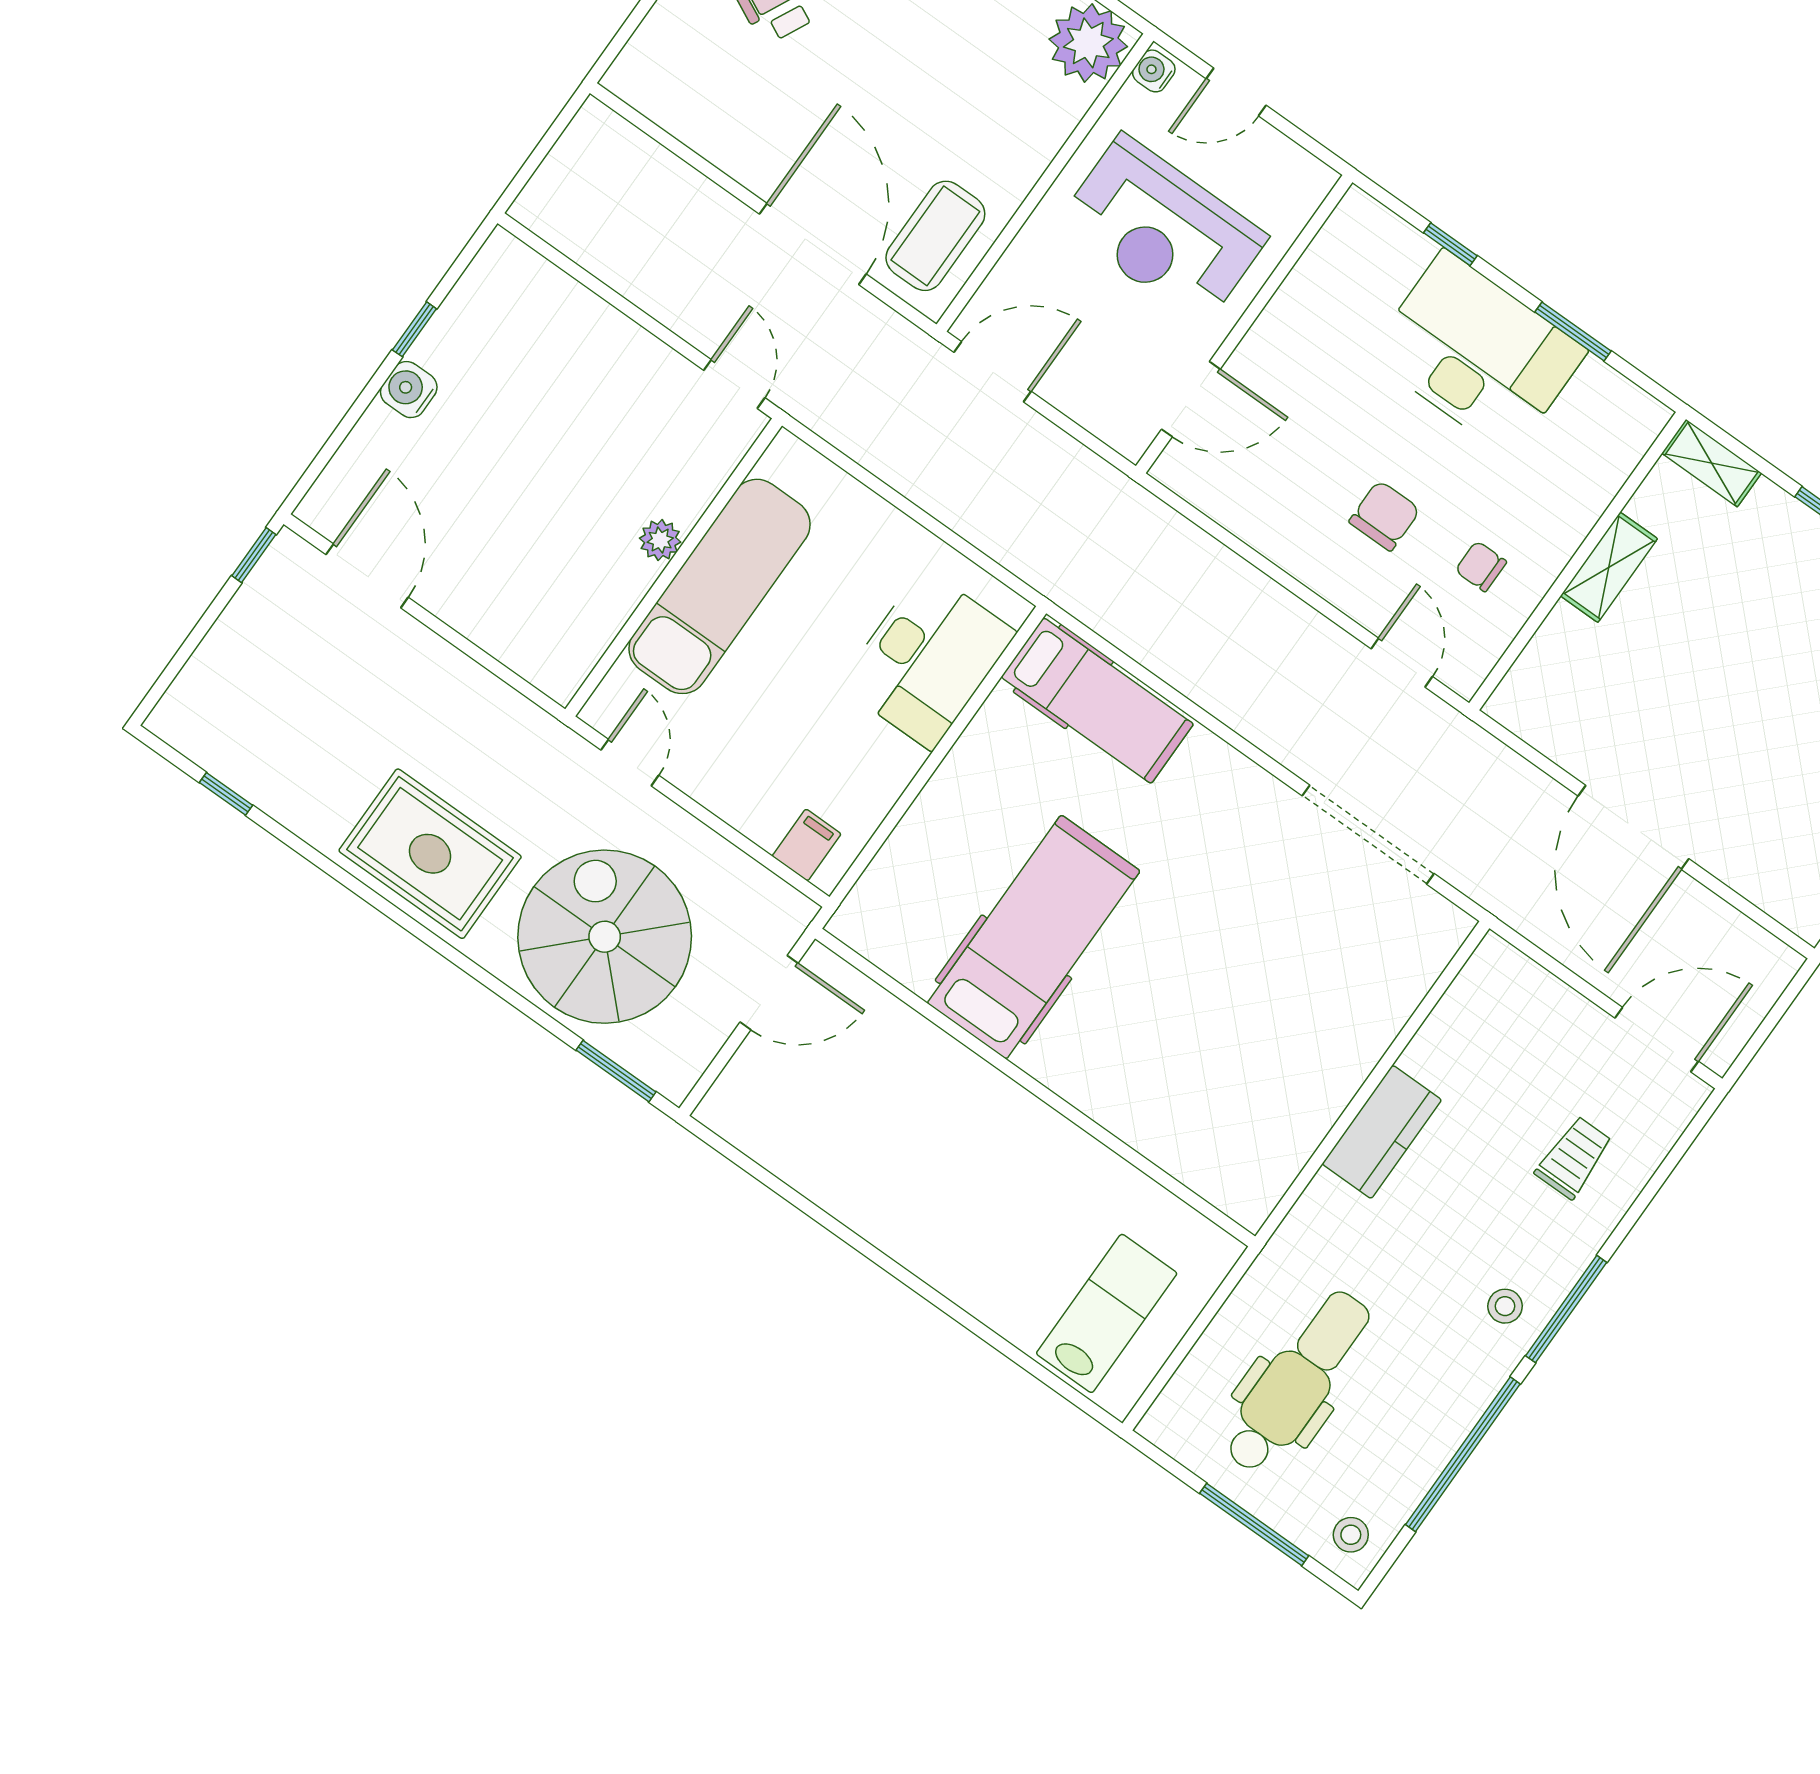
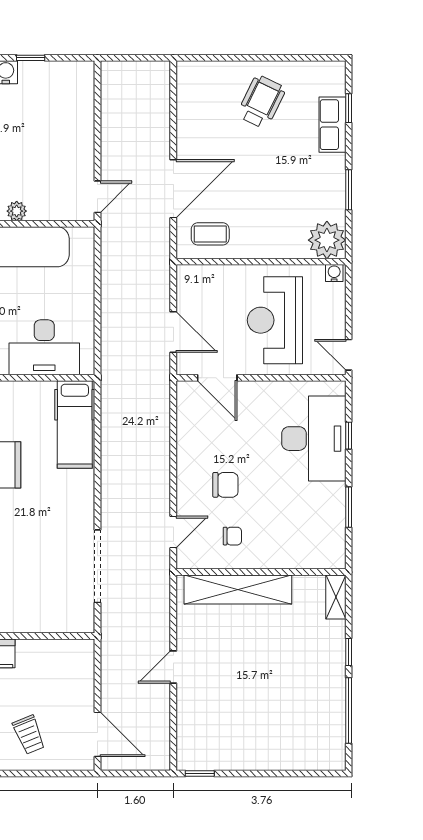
door: (1236, 92) -> (349, 355), moved
coffee table: (935, 236) -> (210, 234), width x0.73, depth x0.77
desk: (1477, 353) -> (314, 439), moved
door: (993, 372) -> (173, 332), moved
chair: (1481, 566) -> (232, 536), turned 90
shelving: (1609, 567) -> (238, 590), width x2.20, depth x1.33
door: (1633, 827) -> (173, 667), width x0.53
trolley: (1574, 1157) -> (29, 735), turned 68

